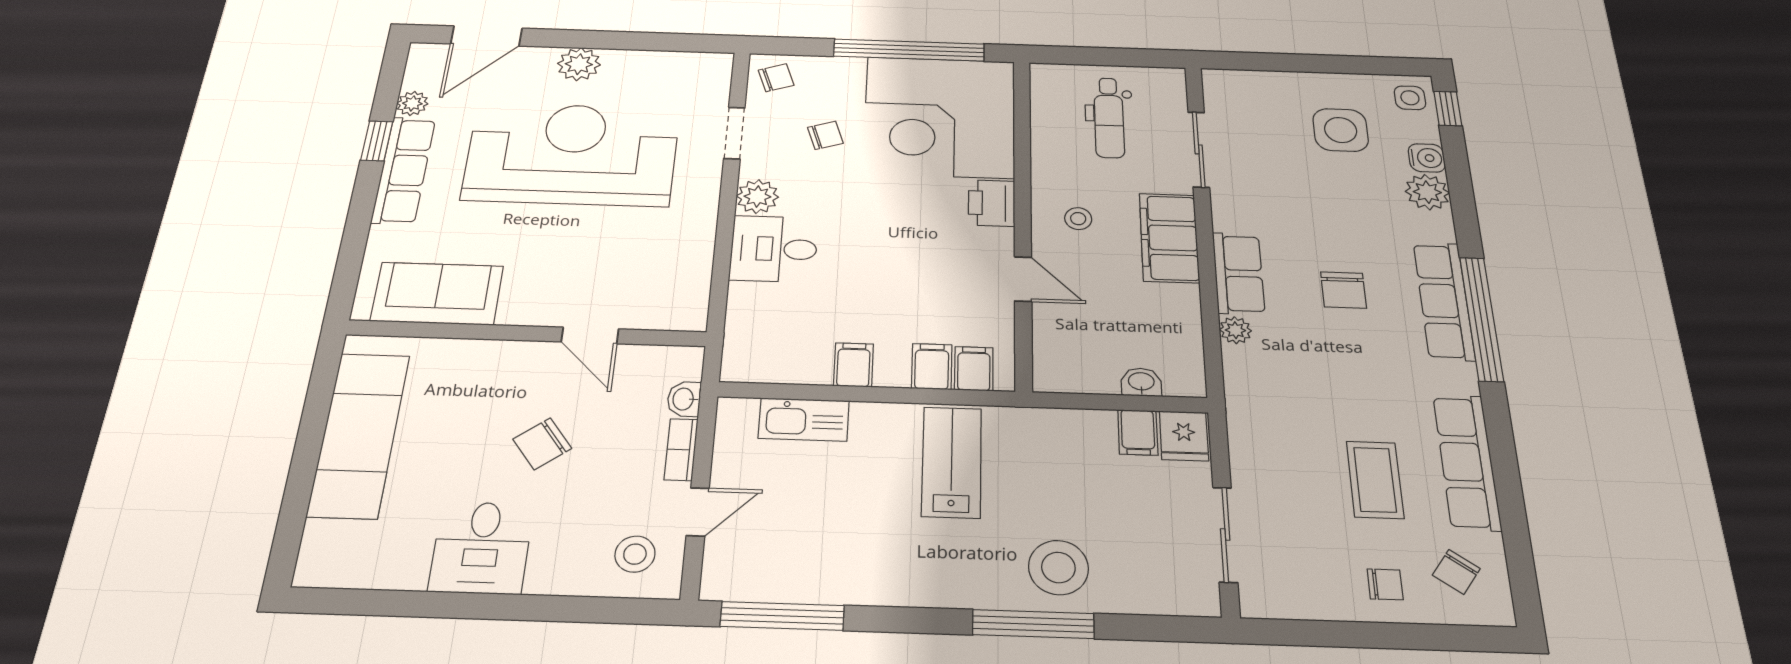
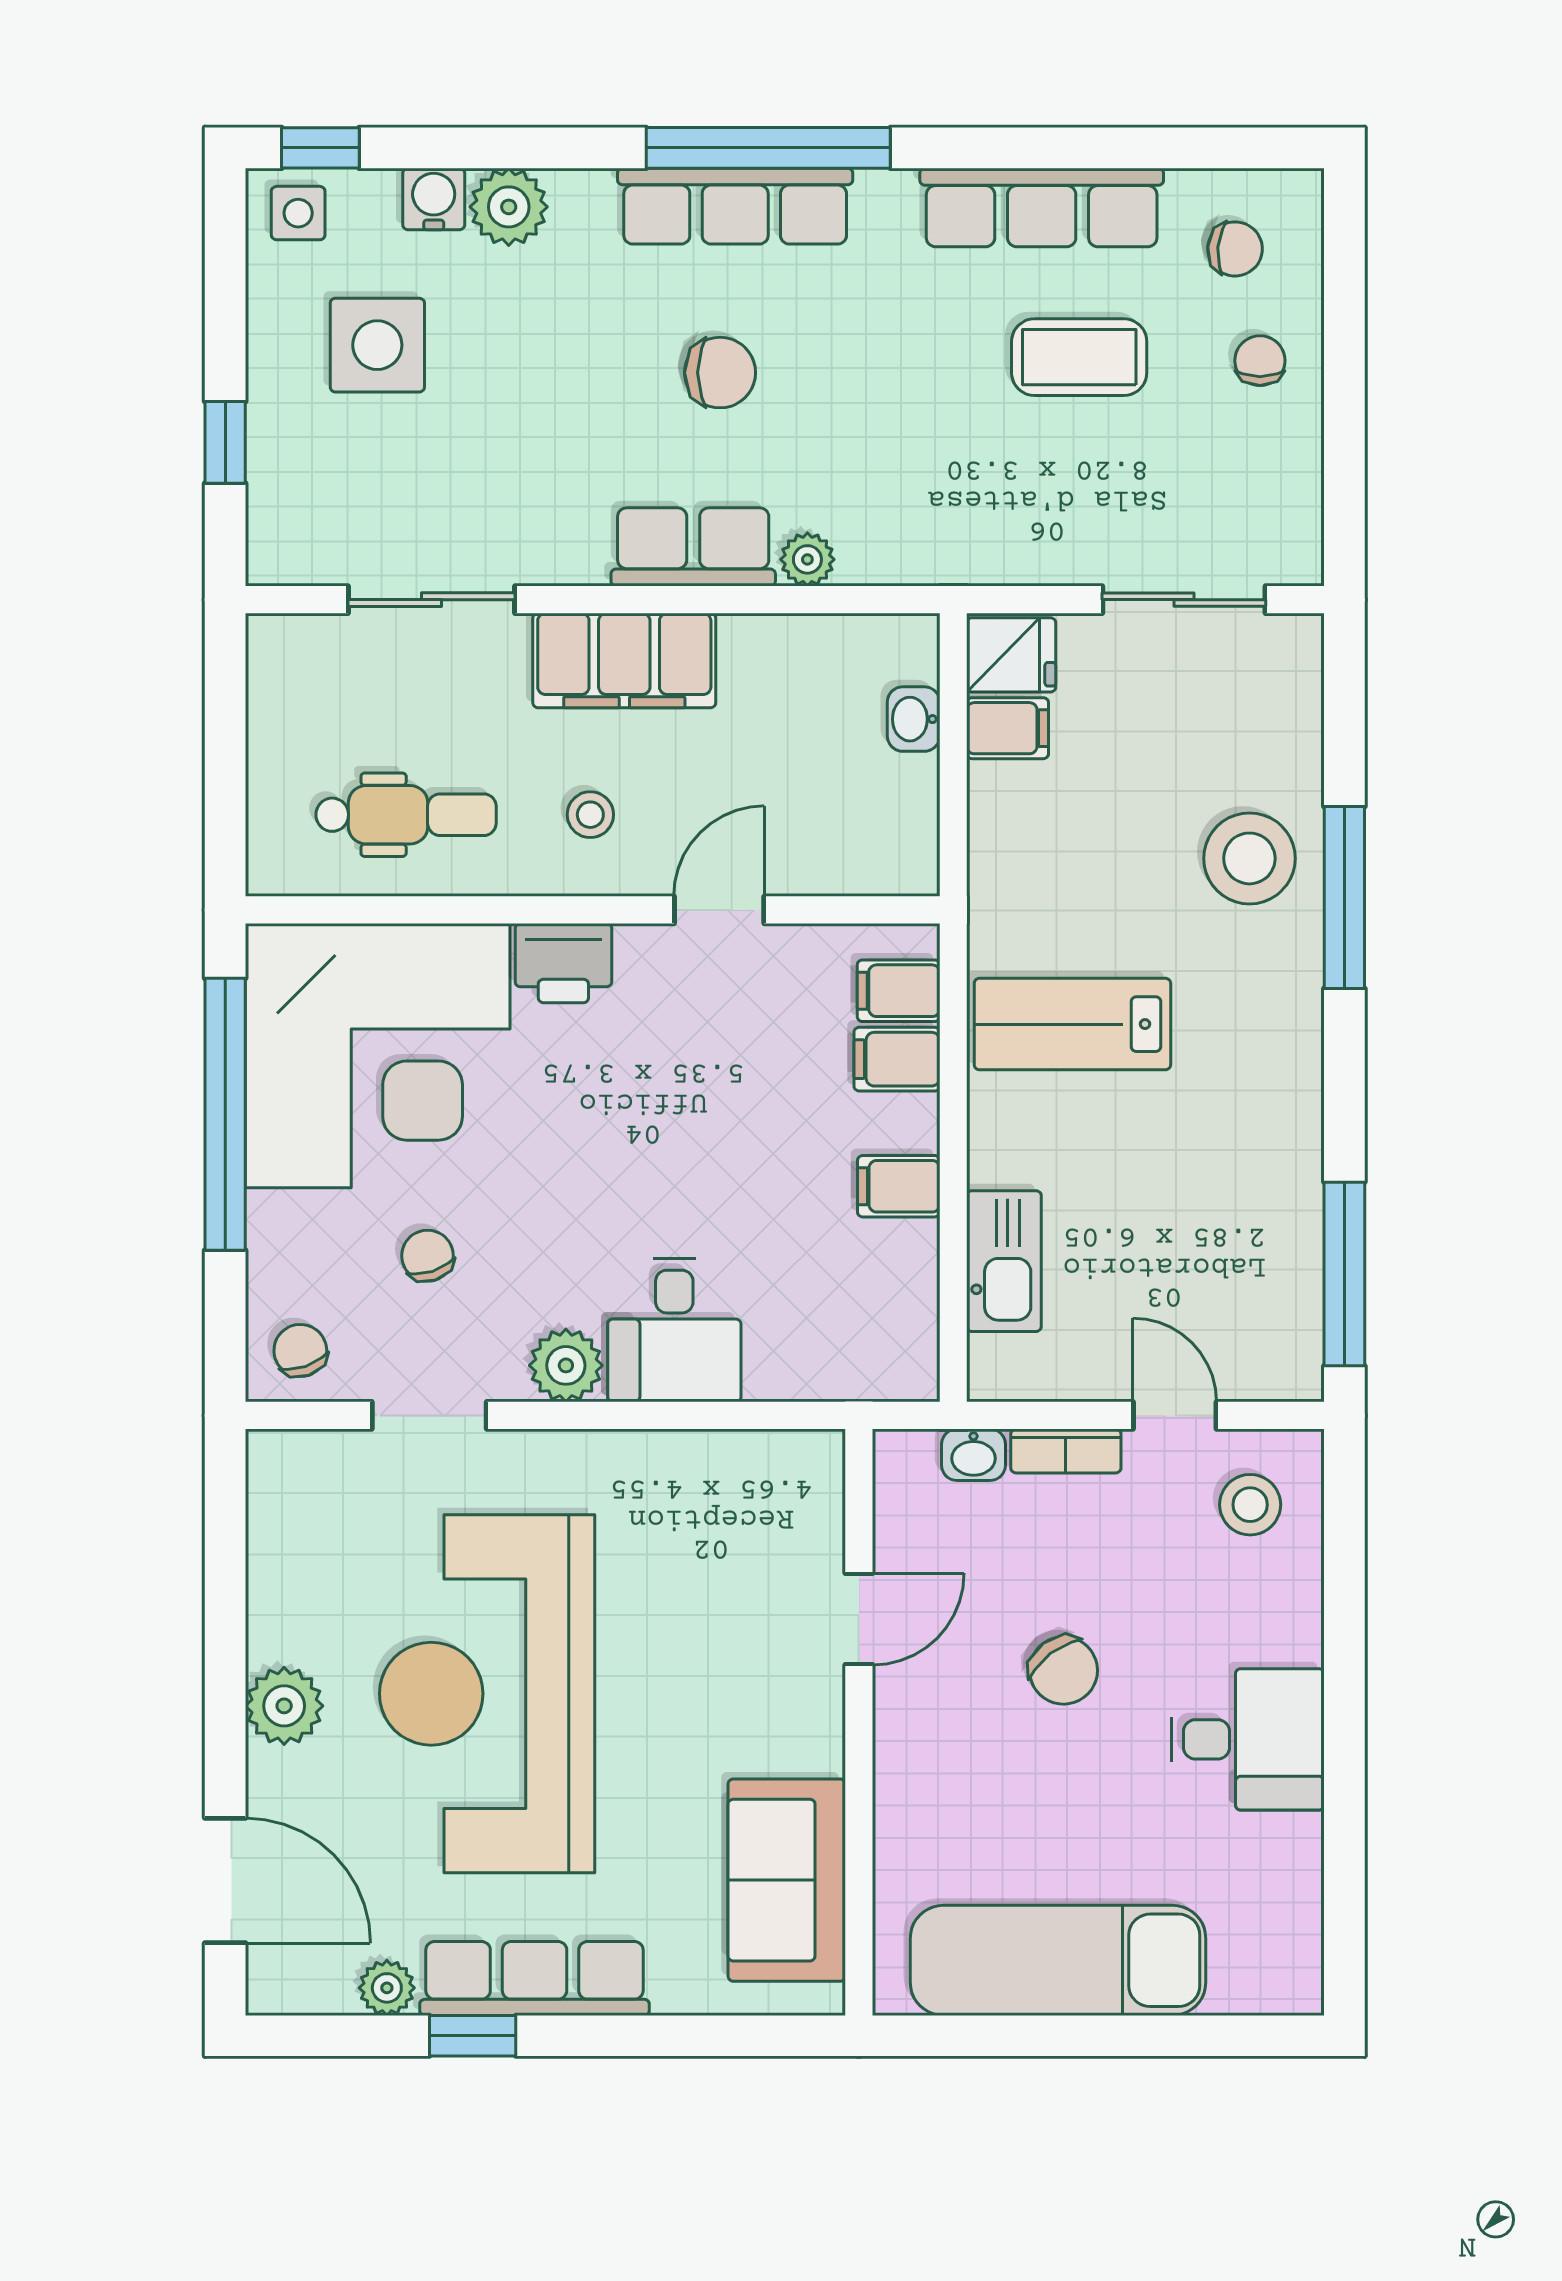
window: (1279, 62) -> (225, 442), added
dental chair: (1109, 118) -> (406, 815), moved
chair: (1456, 572) -> (1235, 249), turned -30

